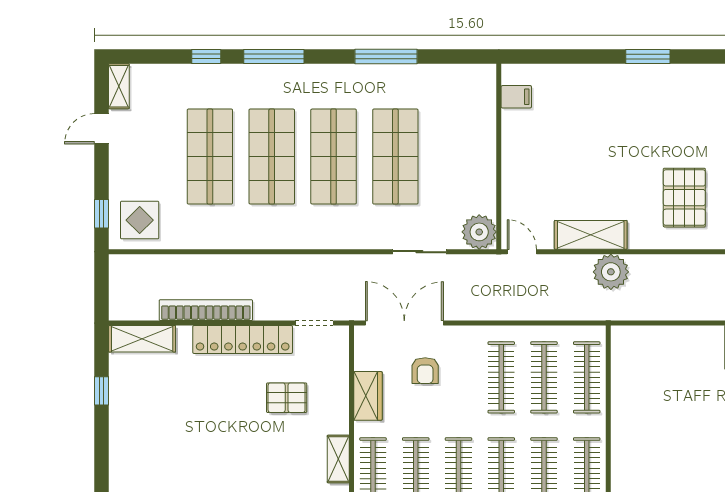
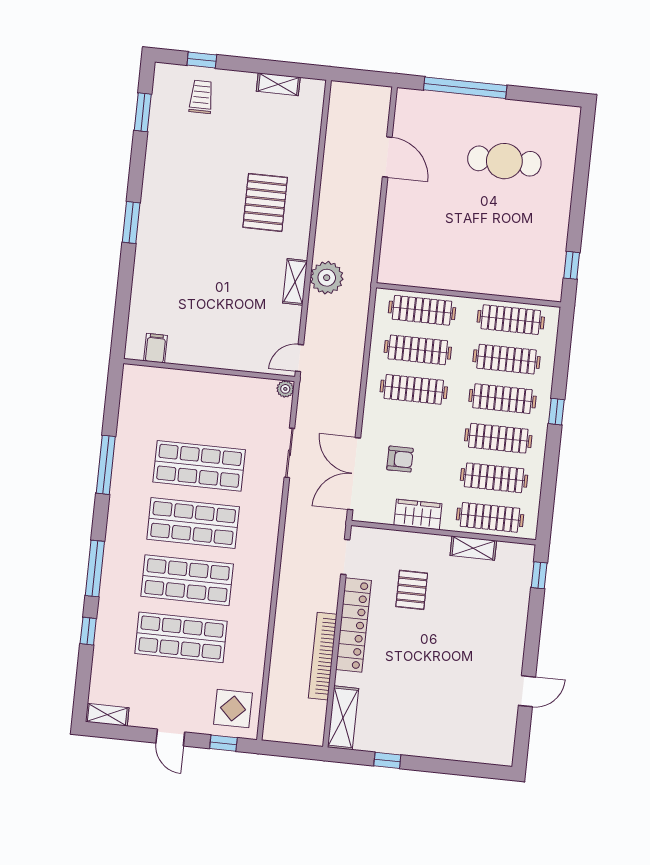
door: (102, 129) -> (170, 738), moved
pallet: (684, 198) -> (265, 202), turned 90
plant: (479, 232) -> (285, 389), width x0.53, depth x0.53
shelving: (591, 235) -> (295, 282), width x0.67, depth x0.75

